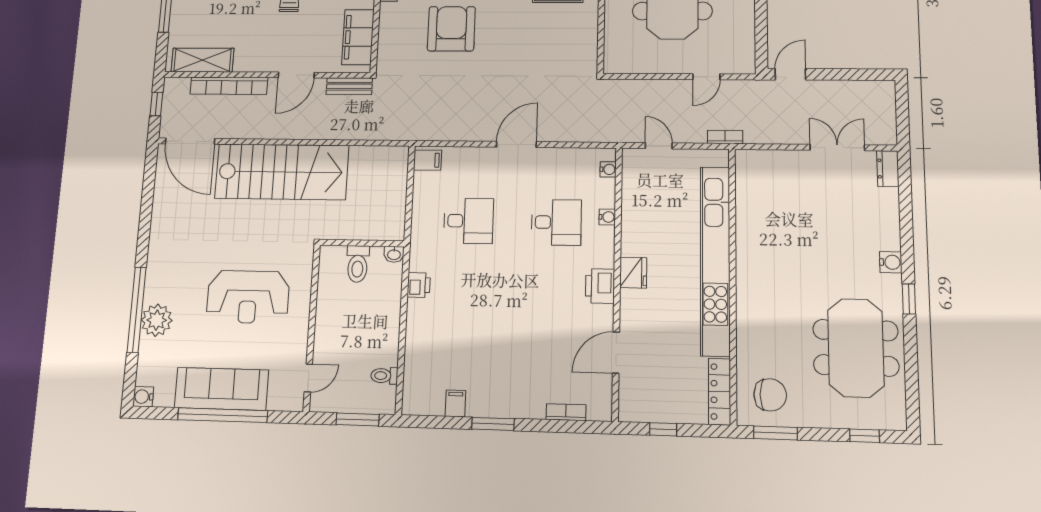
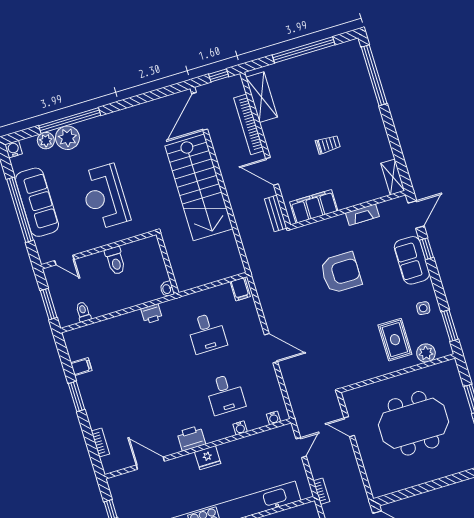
door: (706, 77) -> (349, 427), moved
toilet: (358, 264) -> (115, 261), moved, turned -90
plant: (149, 350) -> (46, 141), added

